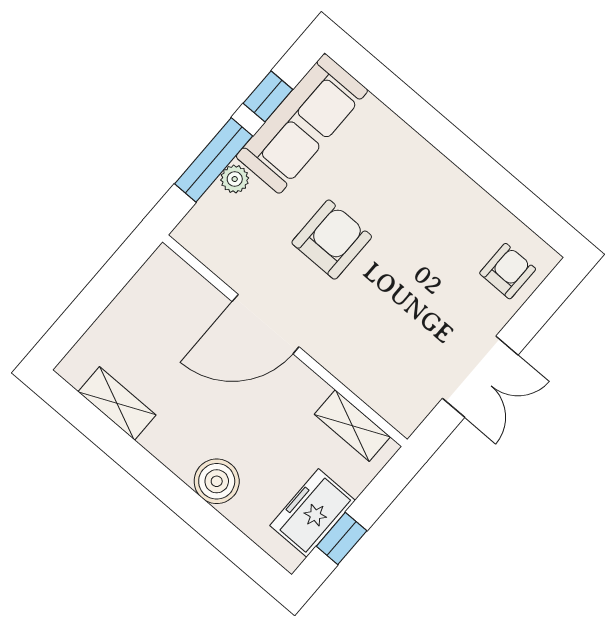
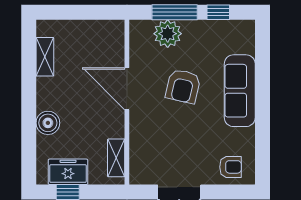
sofa: (302, 124) -> (240, 91), moved, turned 90
plant: (235, 179) -> (168, 34), width x1.88, depth x1.88
armchair: (332, 240) -> (183, 86), turned 103

